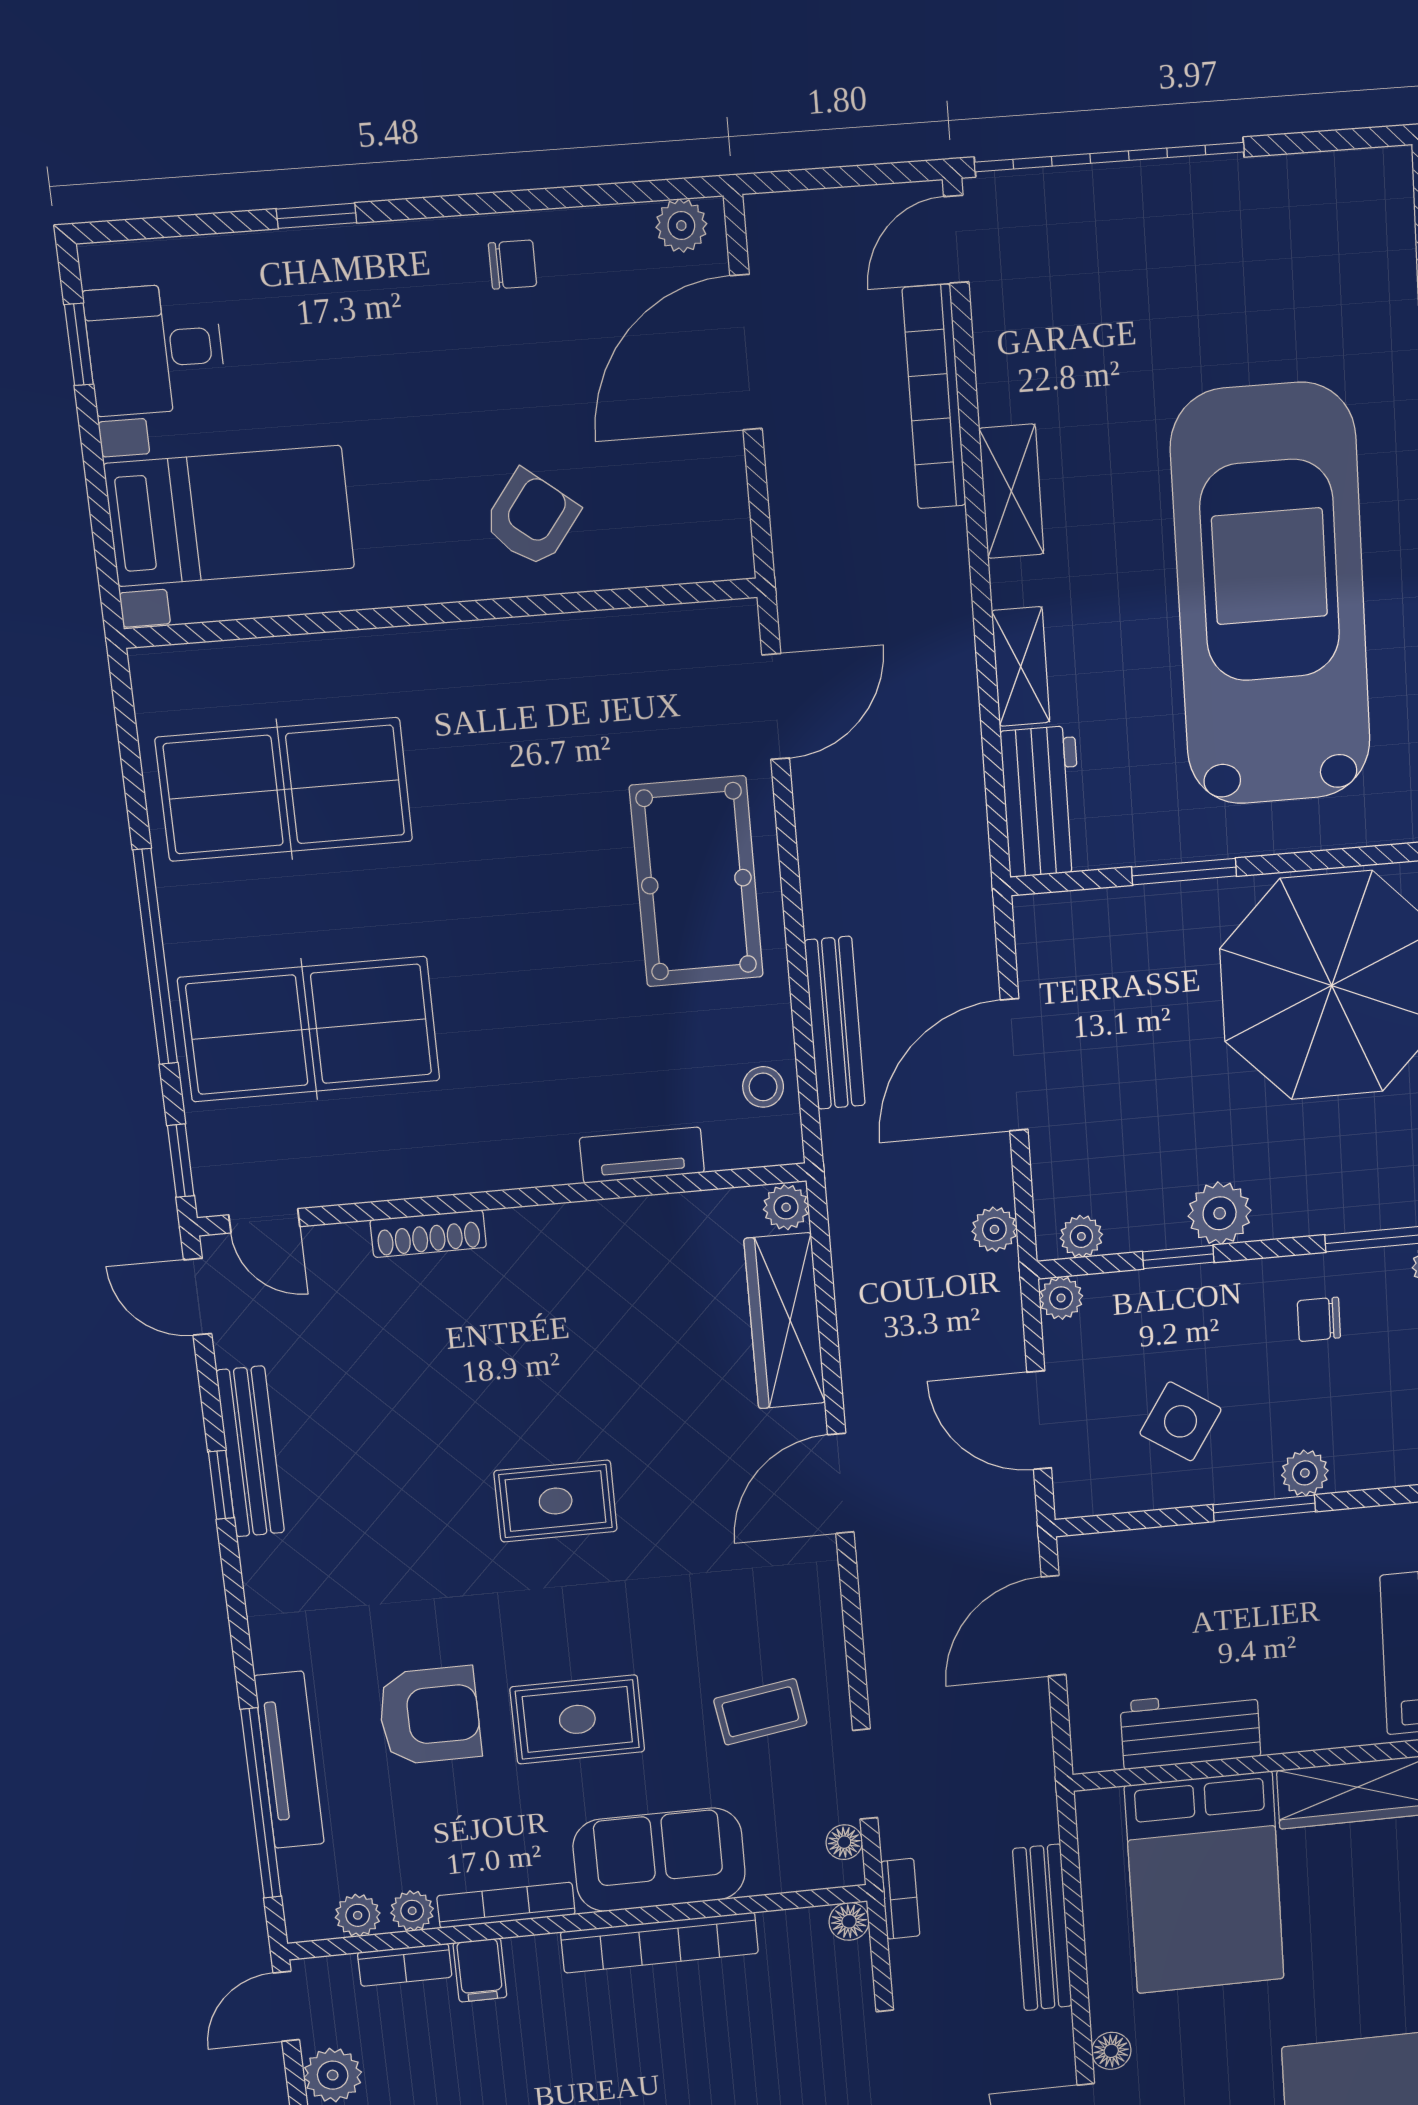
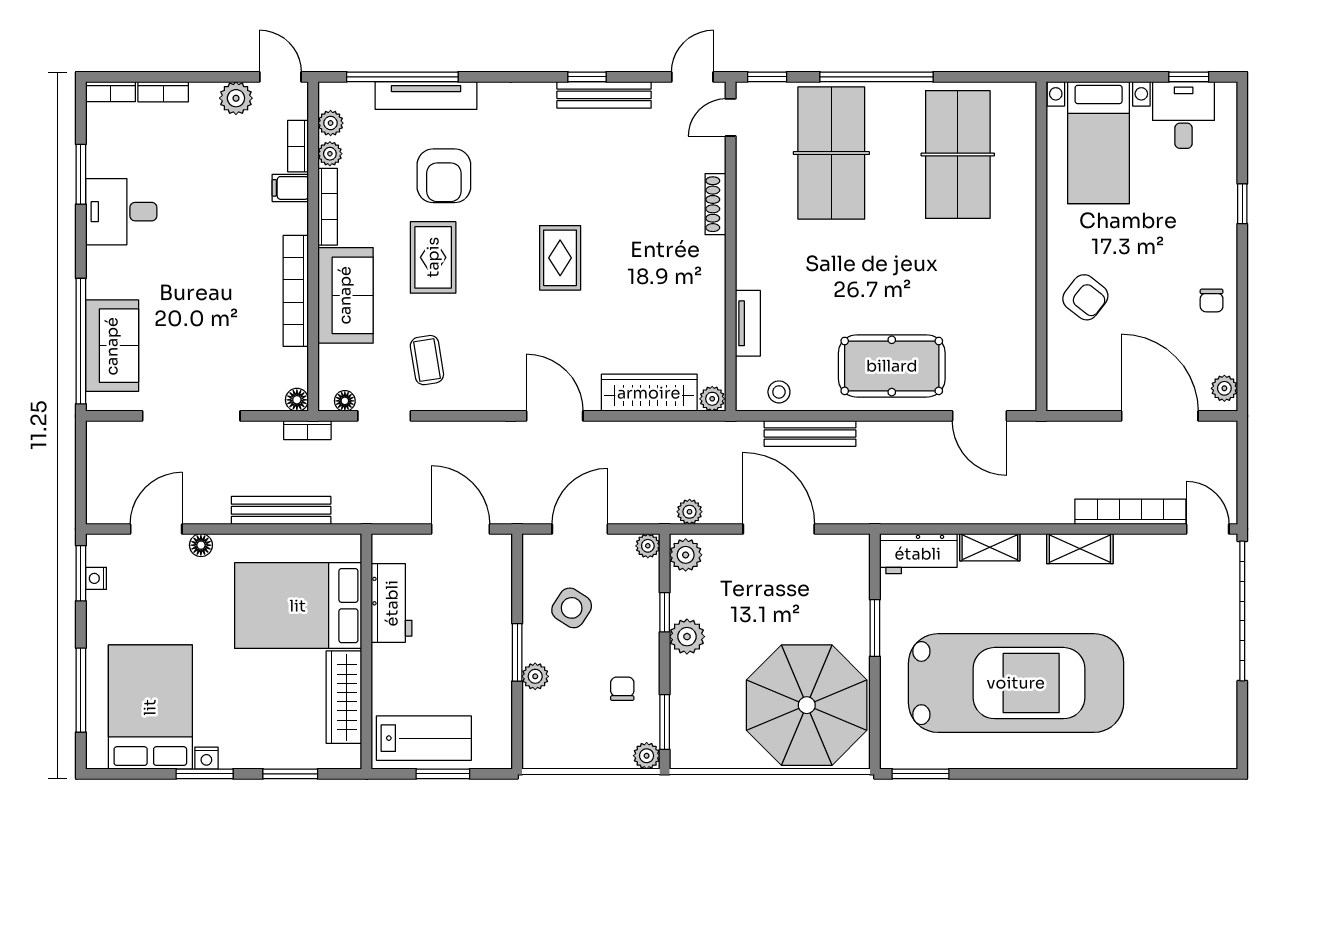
plant: (1081, 1236) -> (686, 555), width x1.38, depth x1.38

